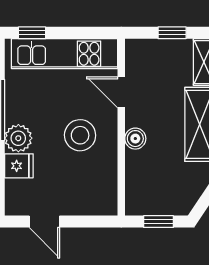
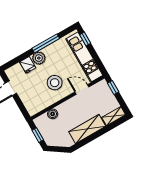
window: (172, 33) -> (113, 87), moved
door: (121, 92) -> (82, 89), hinge flipped
boiler: (135, 139) -> (53, 114), moved

